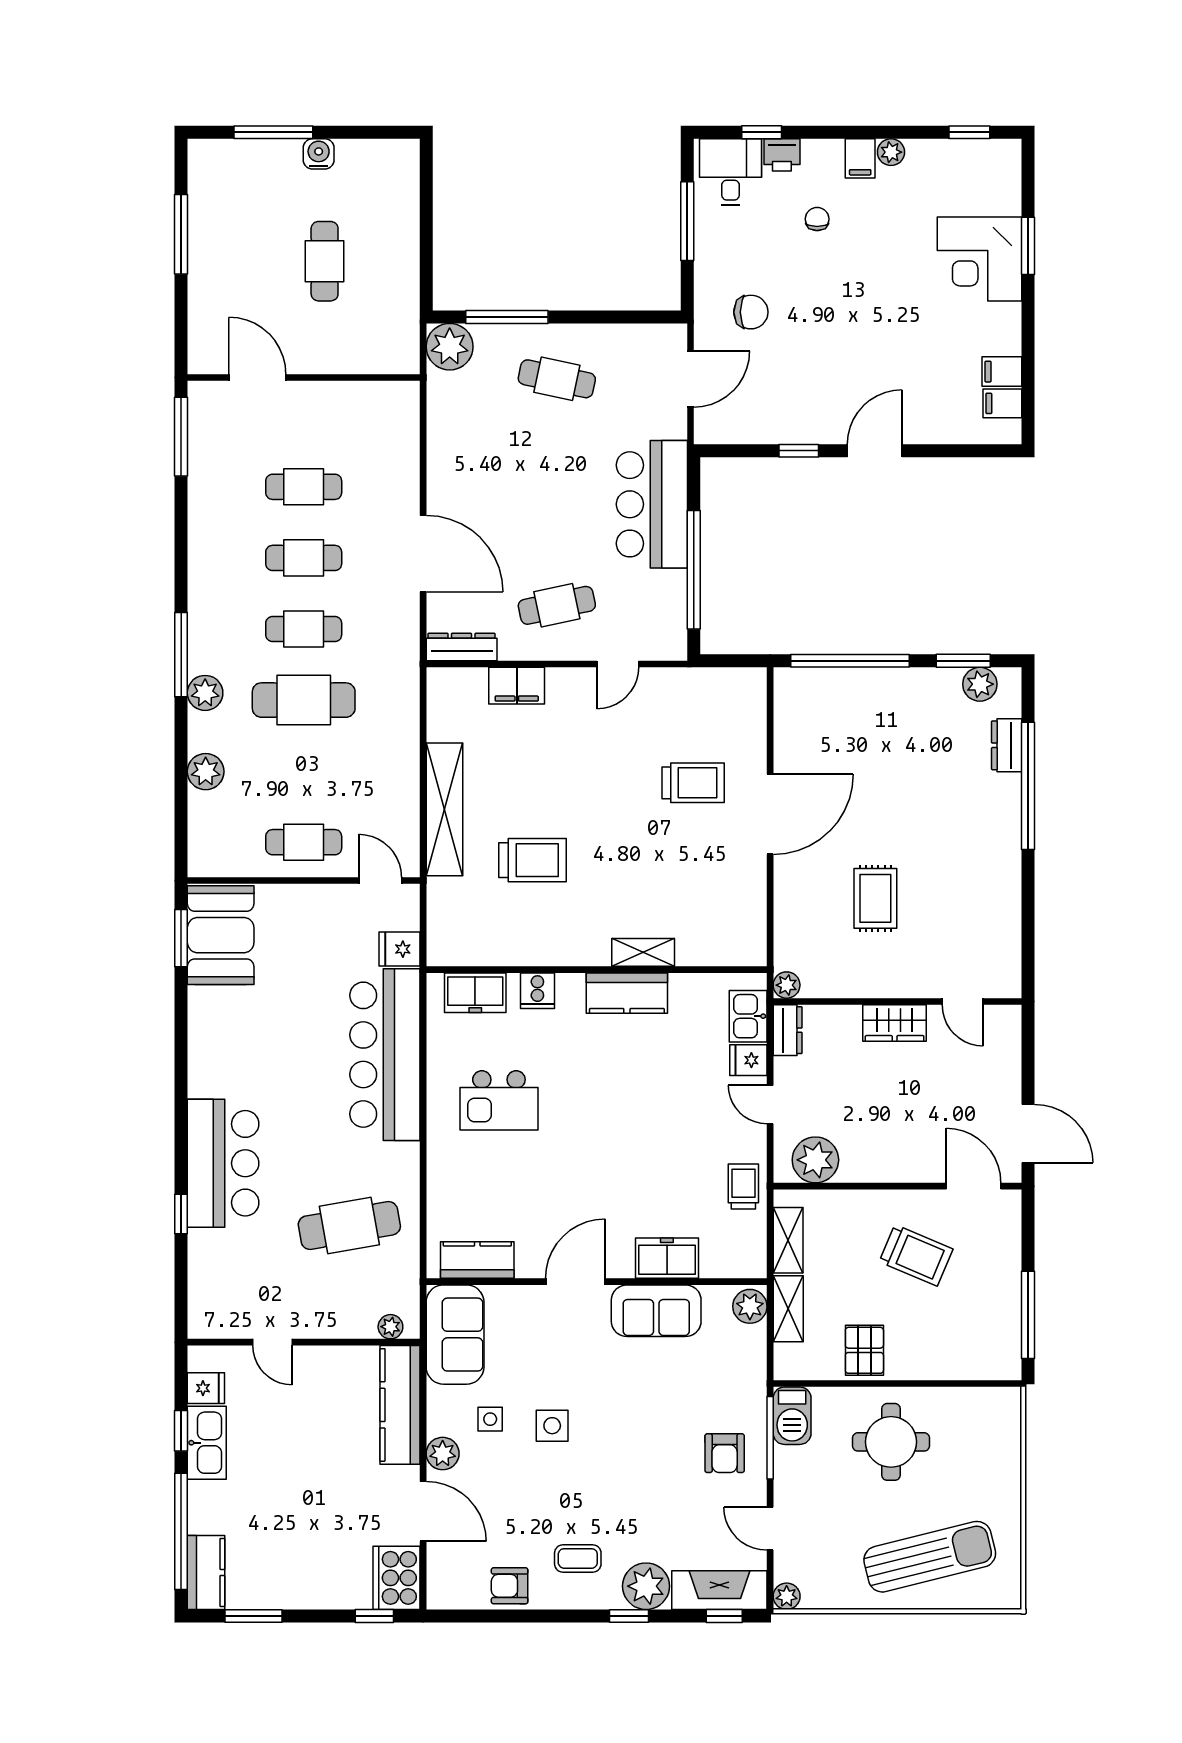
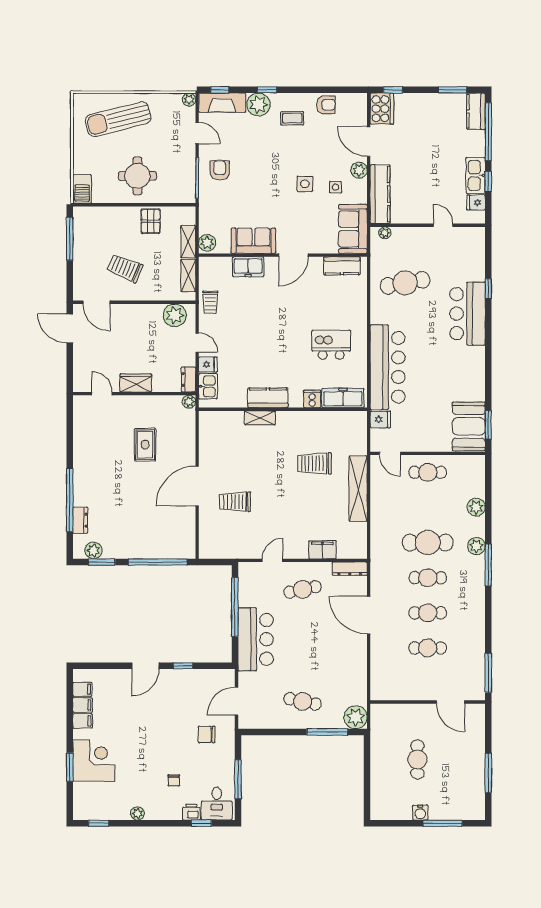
filing cabinet: (860, 158) -> (83, 721), moved, turned 90
freezer: (475, 993) -> (343, 398), width x1.40
barbecue: (792, 1416) -> (82, 189), moved, turned 180

